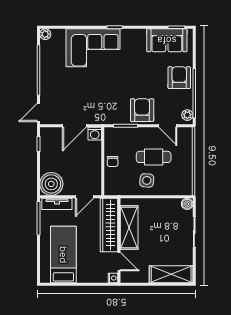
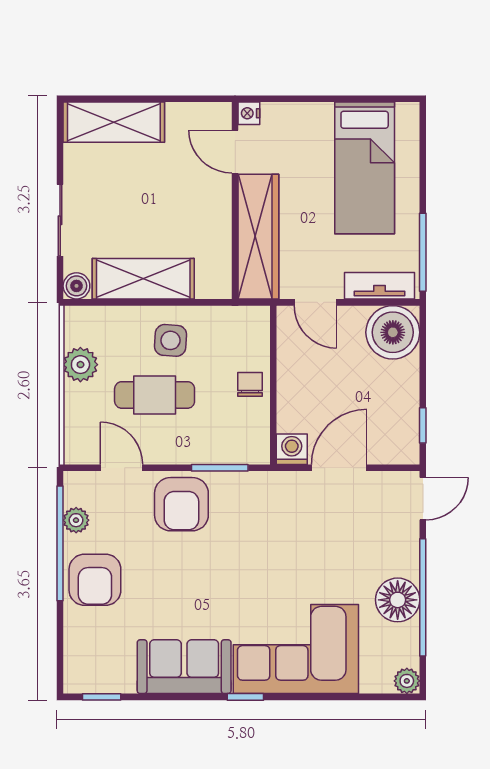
sofa: (167, 40) -> (184, 667), moved
floor lamp: (49, 69) -> (398, 600), added
plant: (187, 115) -> (76, 520), moved
plant: (185, 170) -> (80, 365), added
door: (85, 197) -> (315, 302), swing flipped
shelving: (129, 228) -> (143, 279), moved, turned 90

